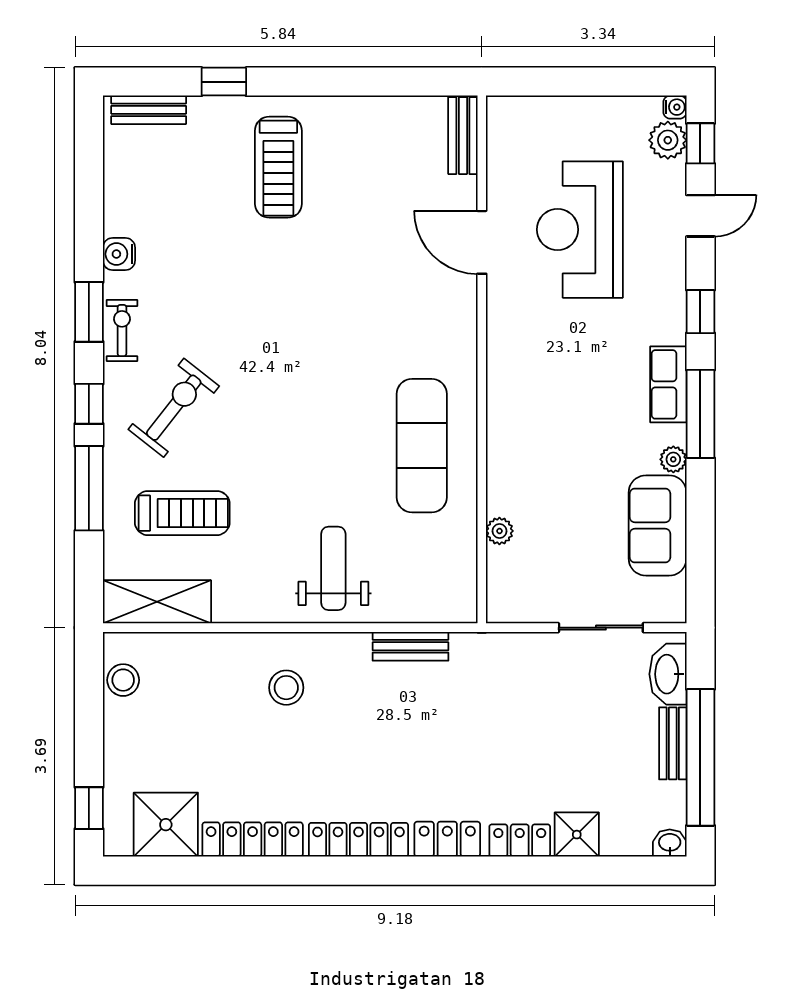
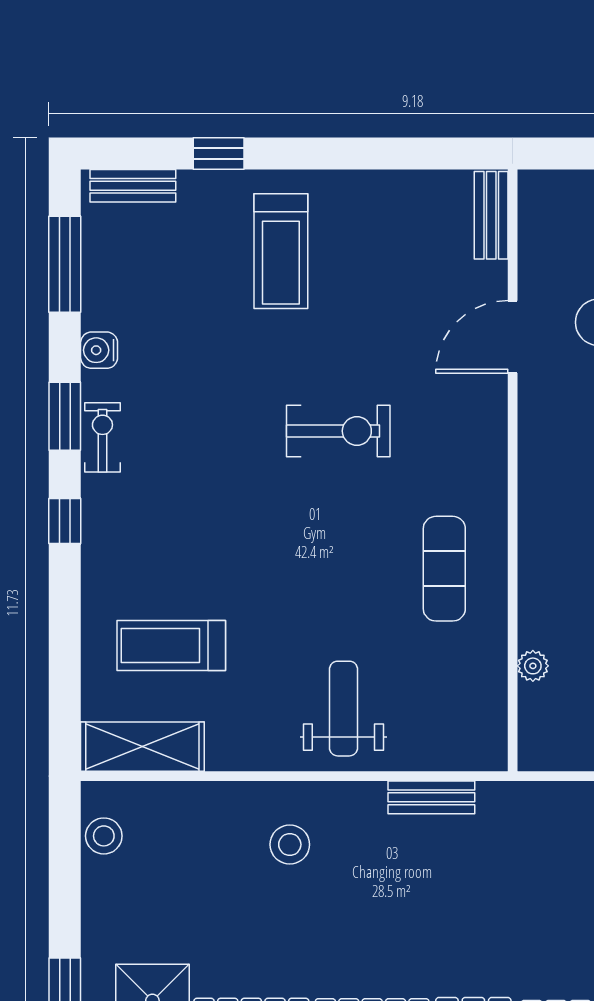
door: (482, 242) -> (513, 337), hinge flipped
exercise bike: (174, 408) -> (338, 431), moved, turned 52
exercise mat: (422, 446) -> (444, 569), width x0.73, depth x0.69
window: (89, 488) -> (65, 264), moved
treadmill: (182, 513) -> (171, 646), turned 180

